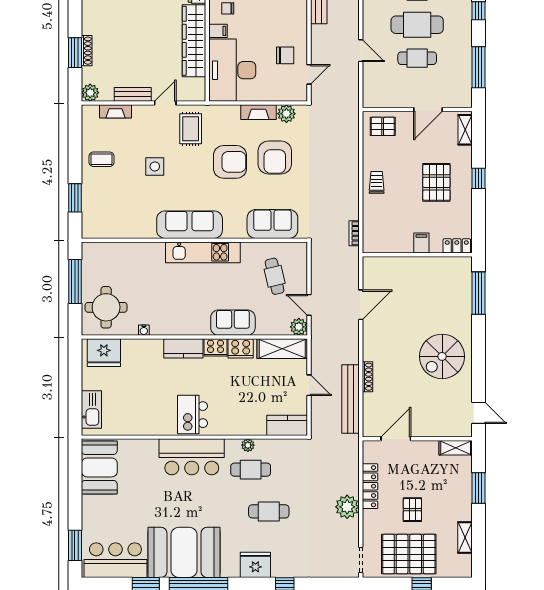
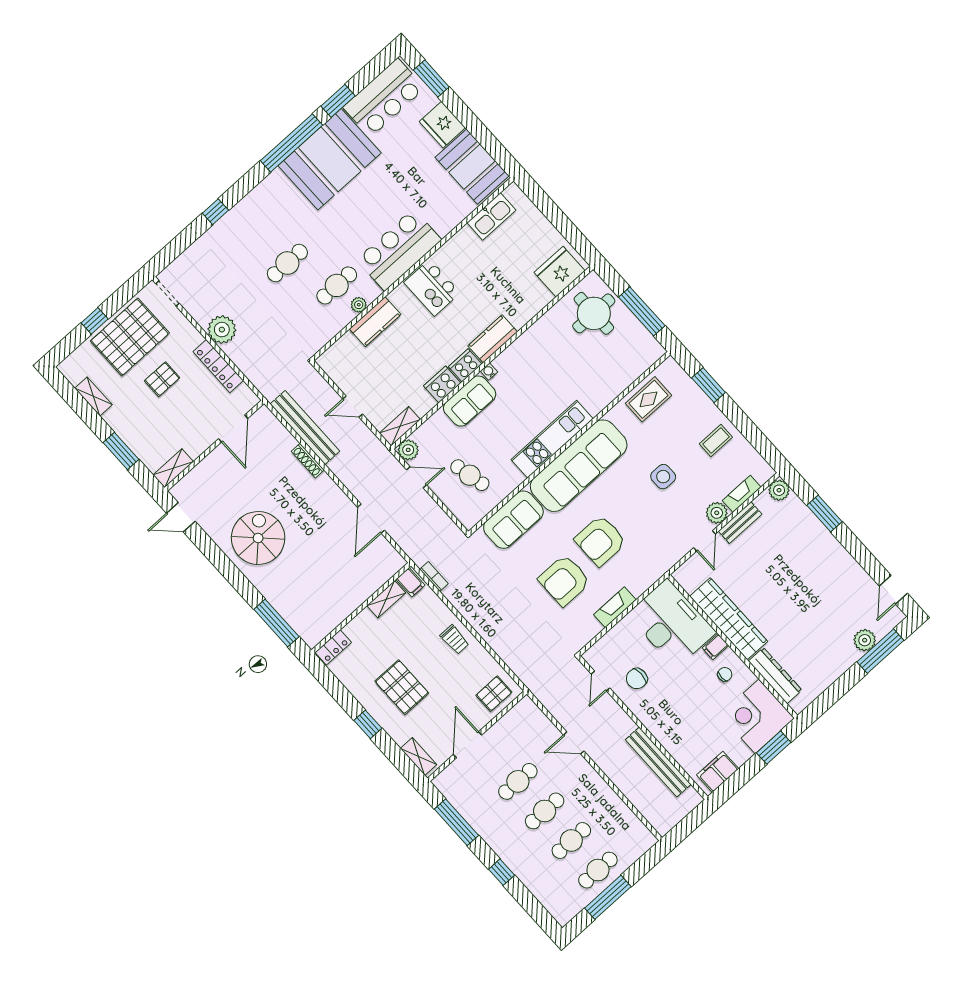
cafe table: (417, 25) -> (545, 811), width x0.73, depth x0.74
shoe rack: (87, 51) -> (816, 524), removed
plant: (286, 114) -> (717, 513), moved
rug: (191, 129) -> (648, 399), moved, turned 90
armchair: (275, 157) -> (564, 580), turned -90
sofa: (190, 225) -> (579, 466), width x1.36, depth x1.27
filing cabinet: (421, 243) -> (410, 582), moved
shelving: (397, 246) -> (386, 599), added
water cooler: (144, 330) -> (489, 372), moved
shelving: (282, 349) -> (400, 426), width x0.67, depth x0.75
kitchen sink: (91, 409) -> (491, 216), moved, turned -90
kitchen island: (192, 415) -> (432, 288), turned 180
kitchen counter: (287, 425) -> (375, 322), moved
pallet: (412, 510) -> (162, 379), turned 90
fridge: (255, 565) -> (442, 125), moved, turned 90

